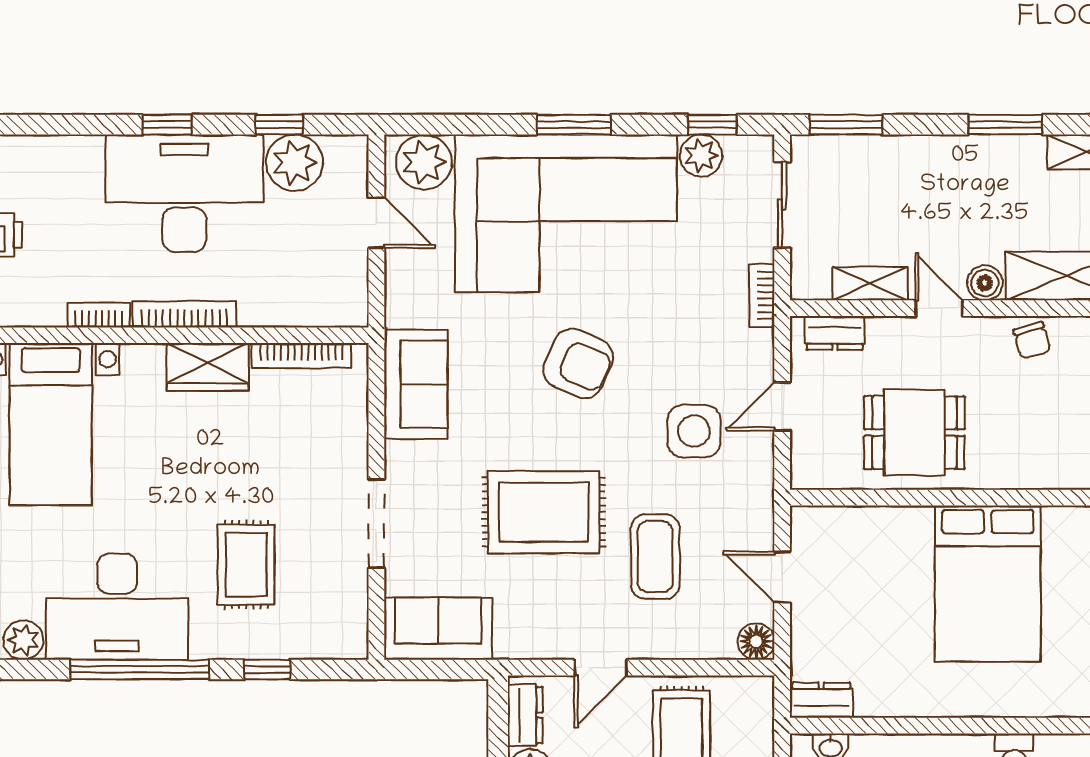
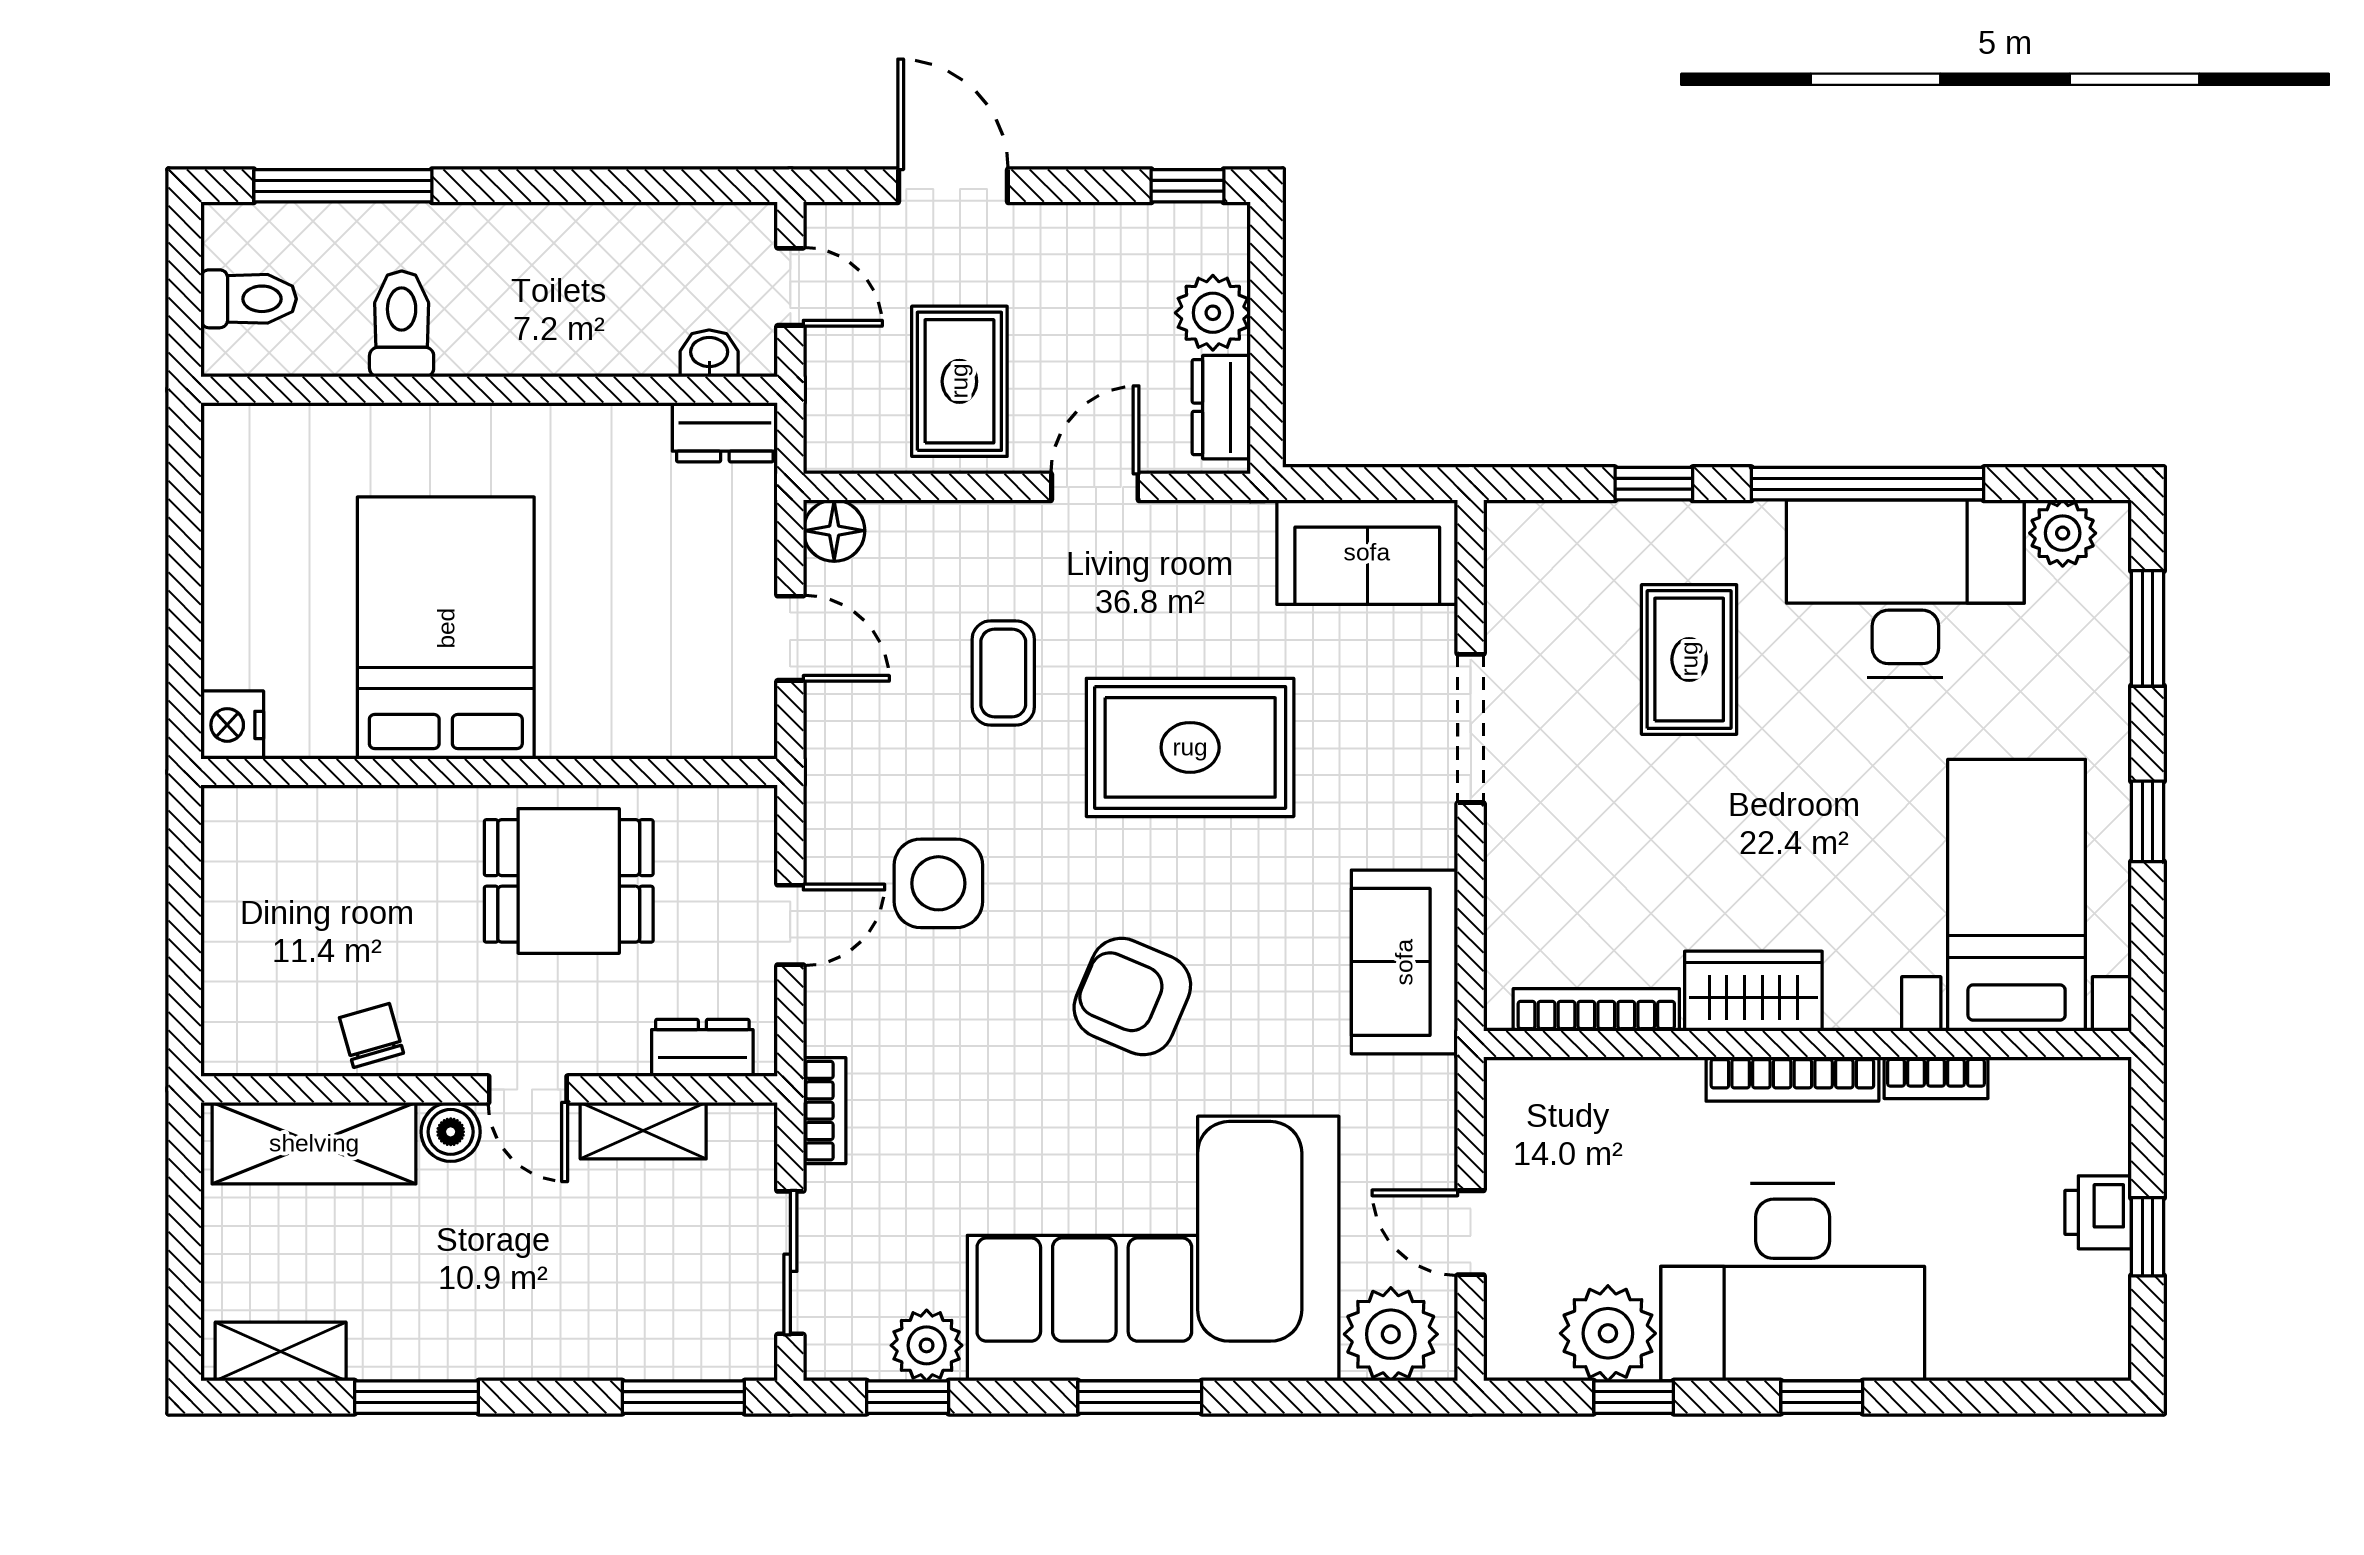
coffee table: (655, 557) -> (1003, 673), width x0.73, depth x0.77

